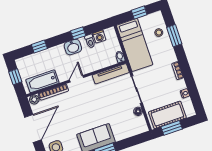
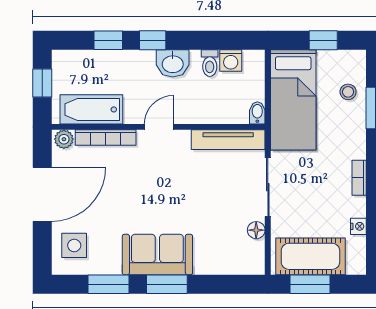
window: (78, 33) -> (153, 40), moved

